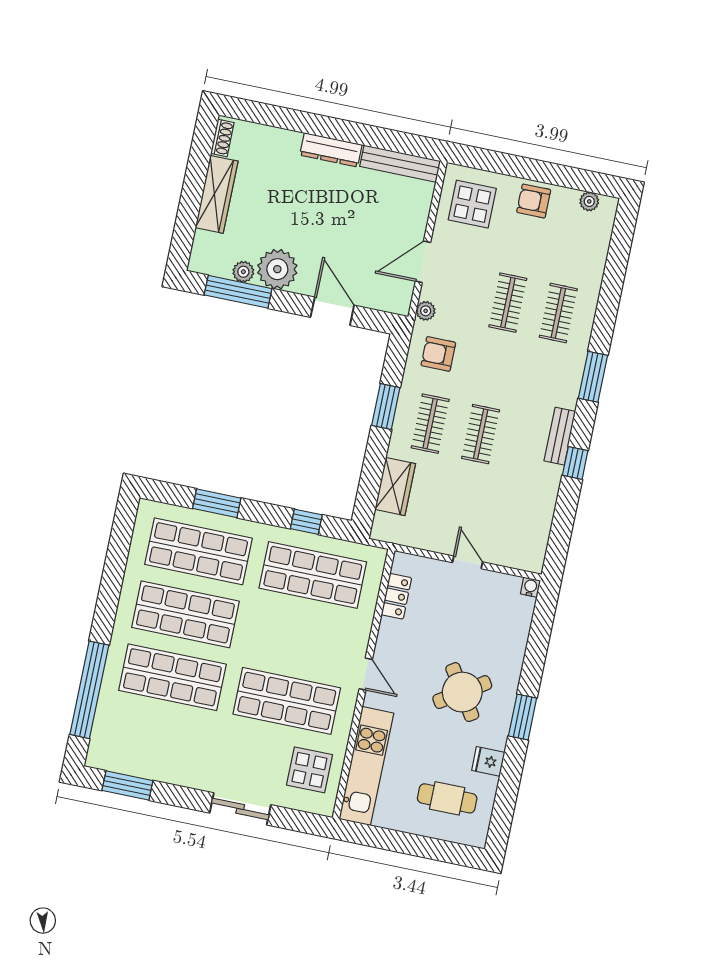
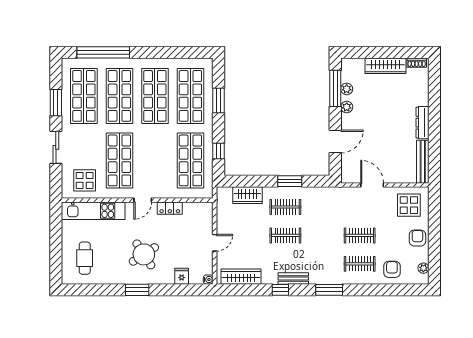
plant: (277, 269) -> (347, 107), width x0.53, depth x0.53
plant: (426, 311) -> (346, 192), removed
armchair: (438, 354) -> (392, 269), moved
wardrobe: (537, 528) -> (241, 277), added
locker: (396, 596) -> (170, 208), moved
shop shelf: (159, 740) -> (84, 96), added
fridge: (488, 761) -> (182, 276), moved
window: (127, 786) -> (56, 103), moved

